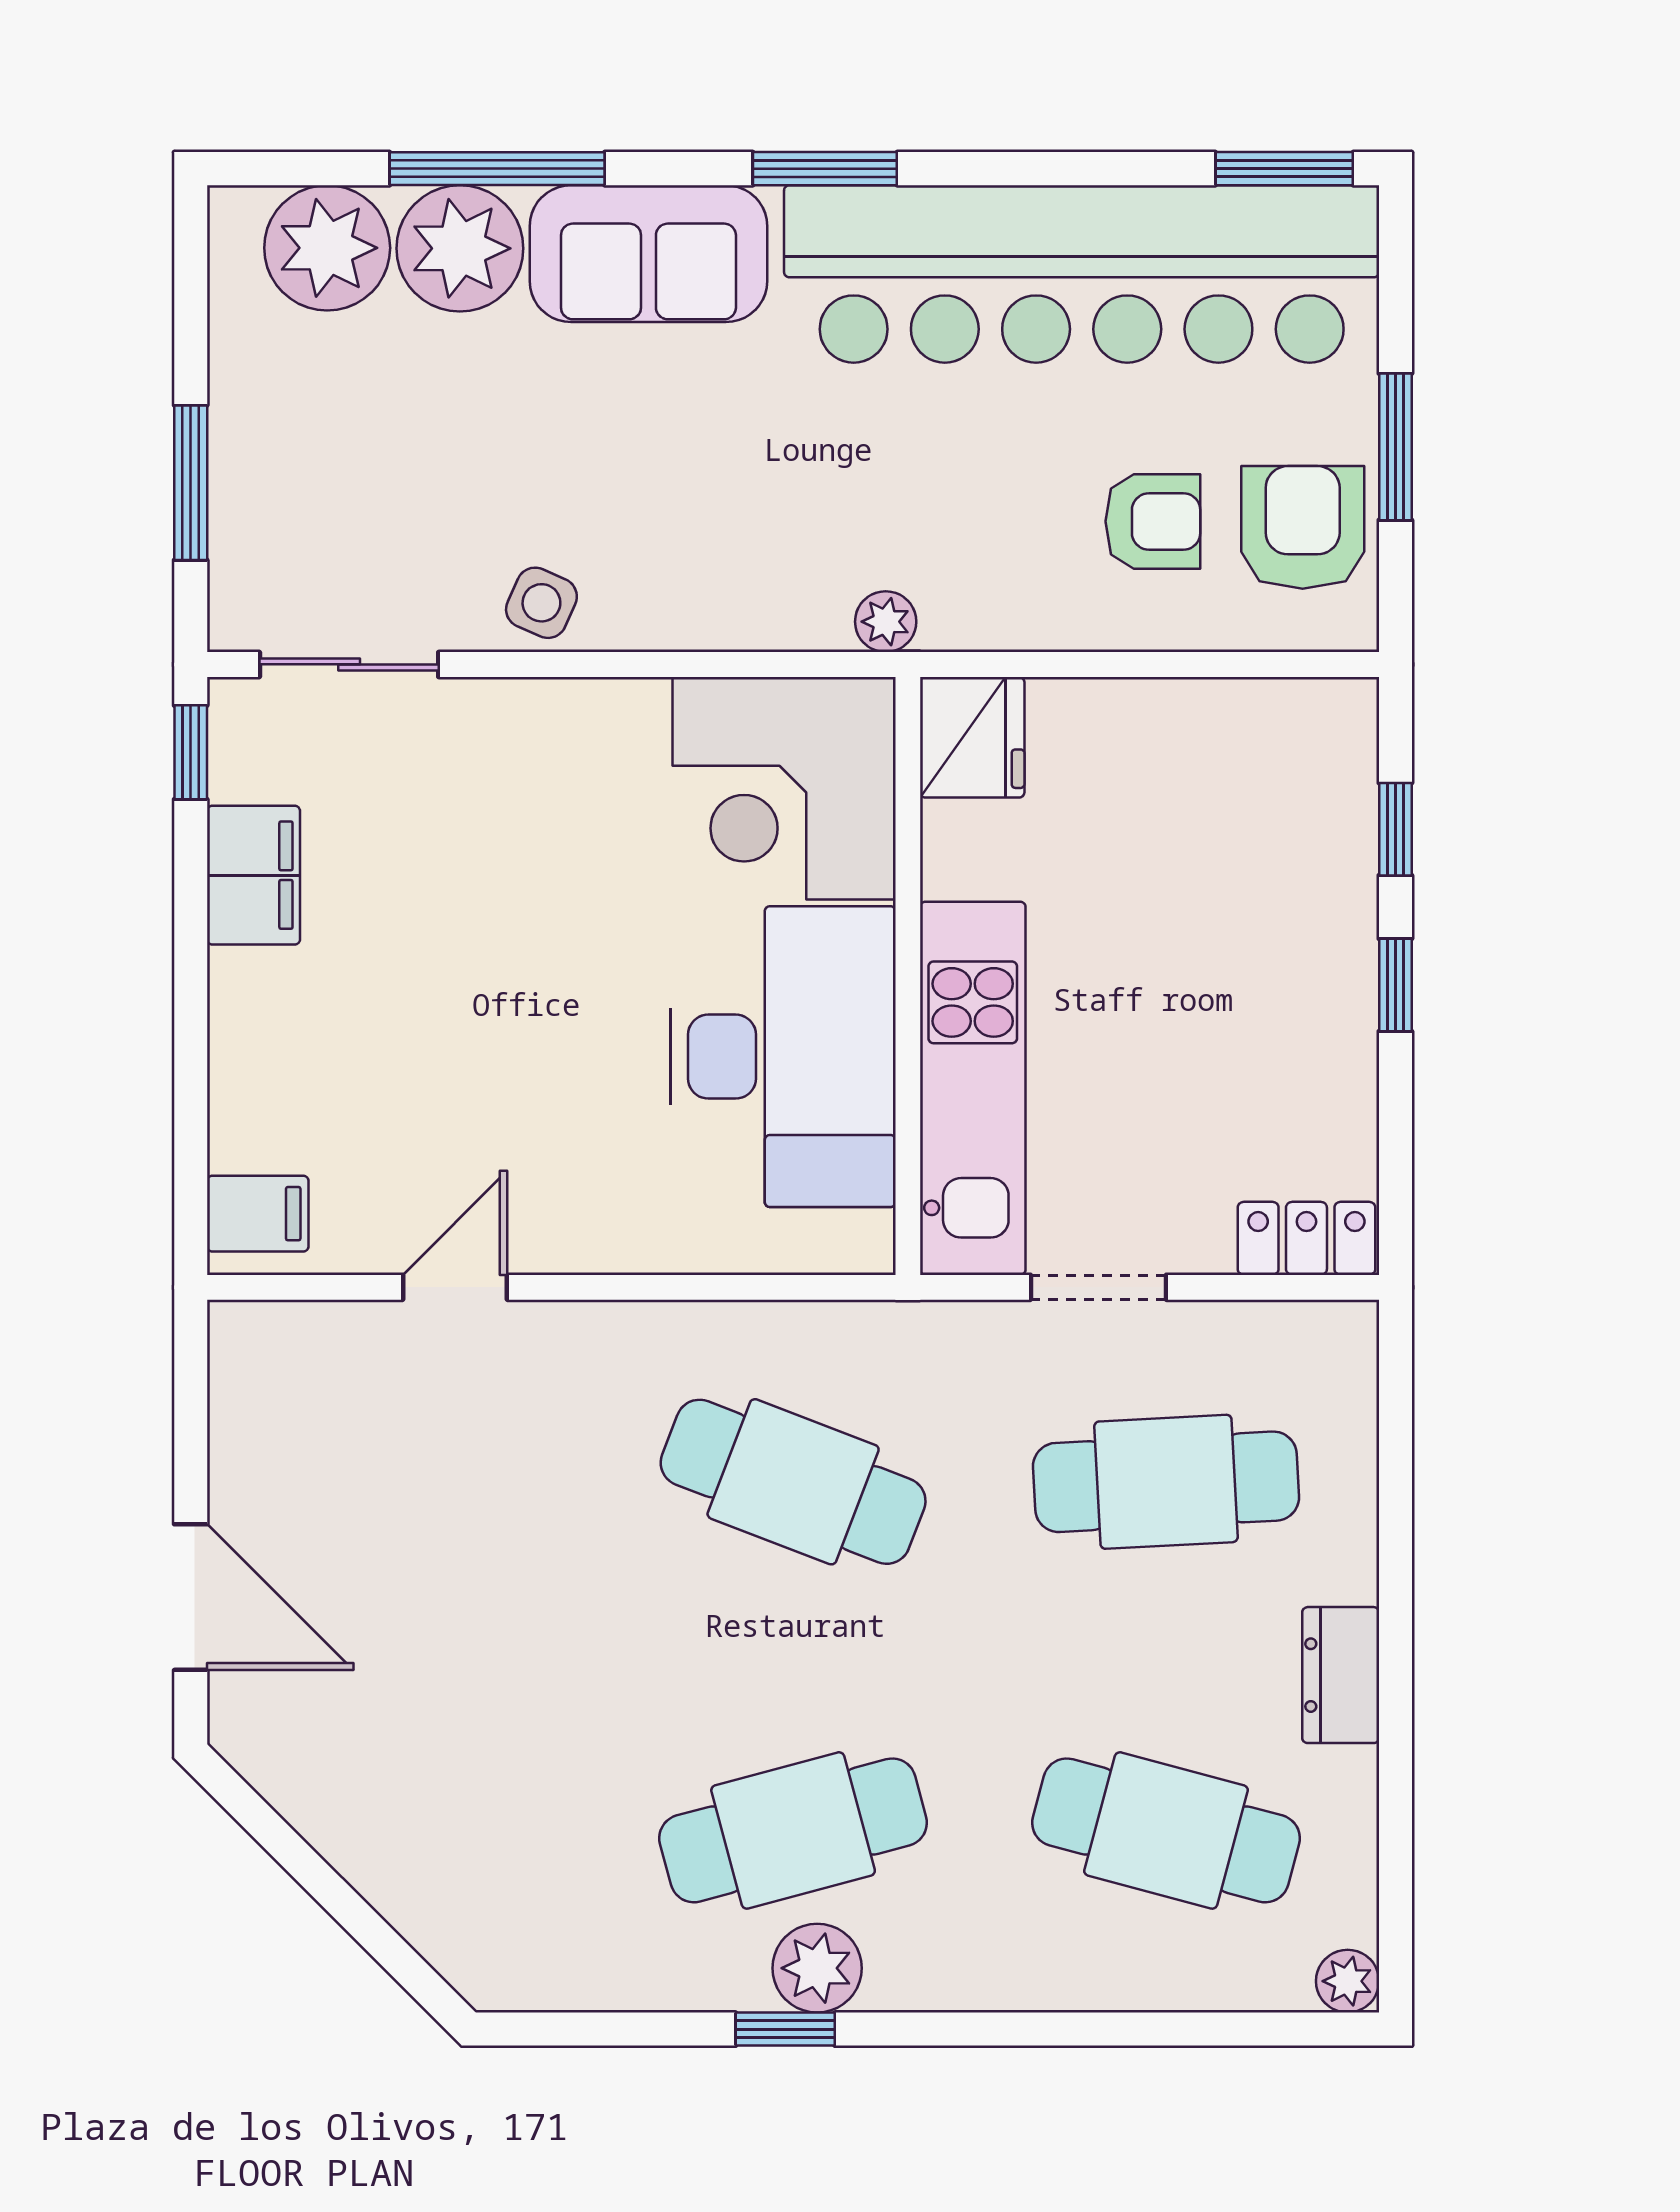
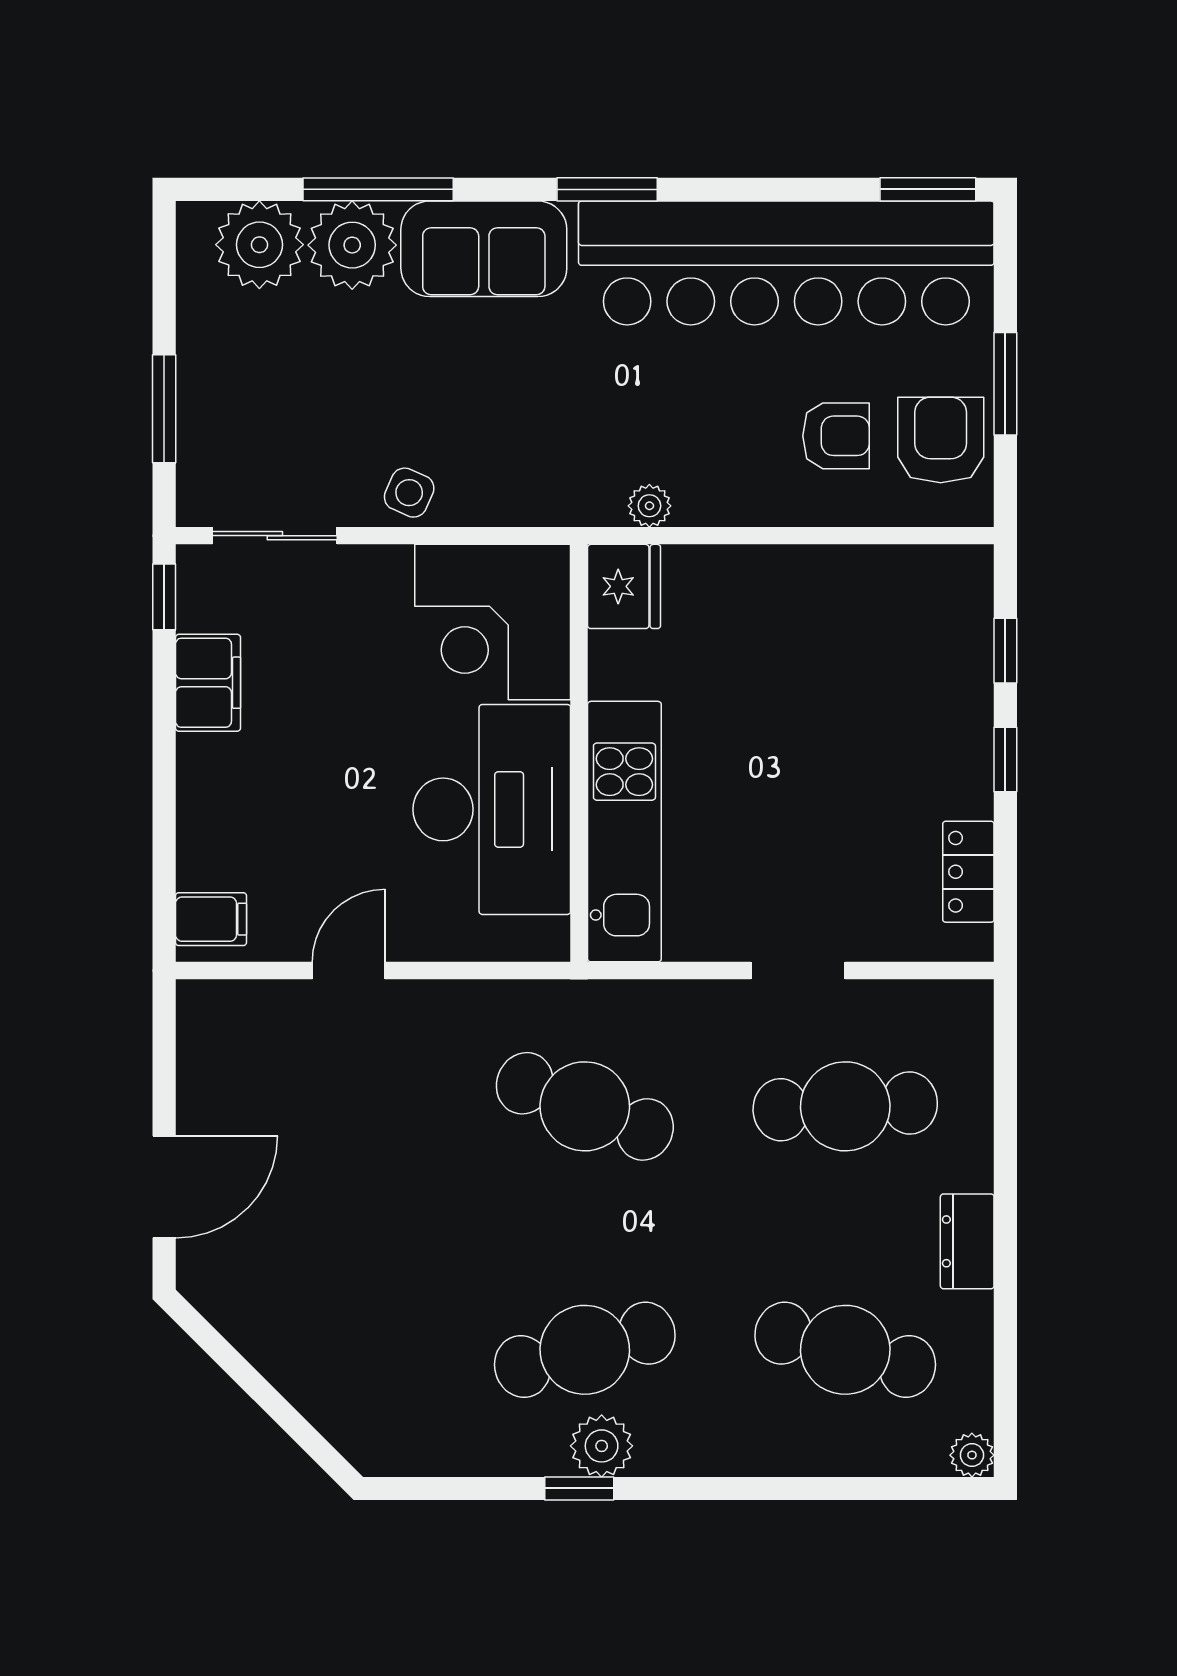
fridge: (972, 737) -> (624, 586), moved
corner desk: (784, 788) -> (493, 622), moved
wall: (908, 976) -> (579, 753), moved
desk: (783, 1057) -> (492, 809), moved
kitchen unit: (973, 1088) -> (624, 832), moved
locker: (1306, 1238) -> (968, 872), moved, turned -90
door: (191, 1597) -> (164, 1187), hinge flipped

